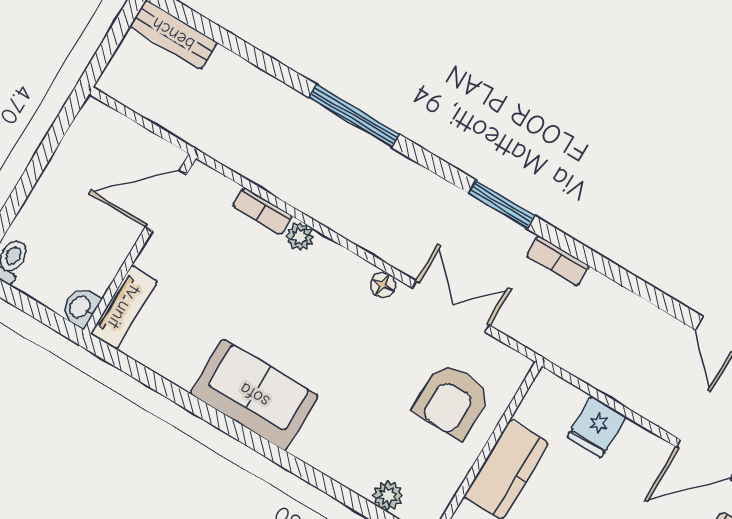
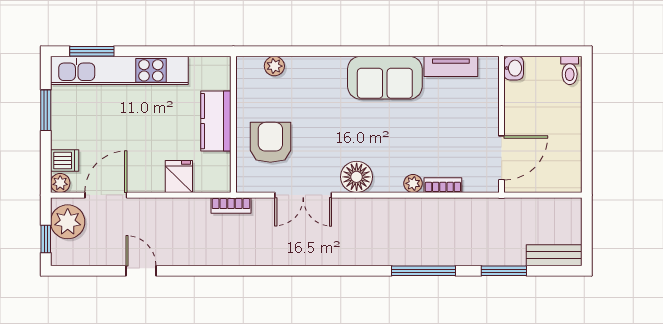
window: (502, 205) -> (504, 271), moved
bookcase: (558, 261) -> (231, 206), moved, turned 180
floor lamp: (383, 285) -> (357, 177), width x1.89, depth x1.89
tv unit: (124, 307) -> (451, 66), moved, turned -90

